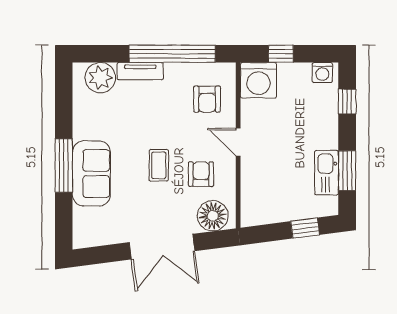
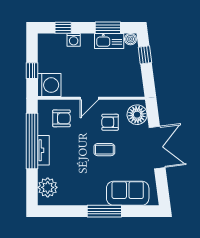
tv unit: (140, 71) -> (43, 150), moved
washing machine: (322, 72) -> (74, 40), moved, turned 90
sofa: (91, 173) -> (128, 193), moved
boiler: (329, 206) -> (130, 39), added

